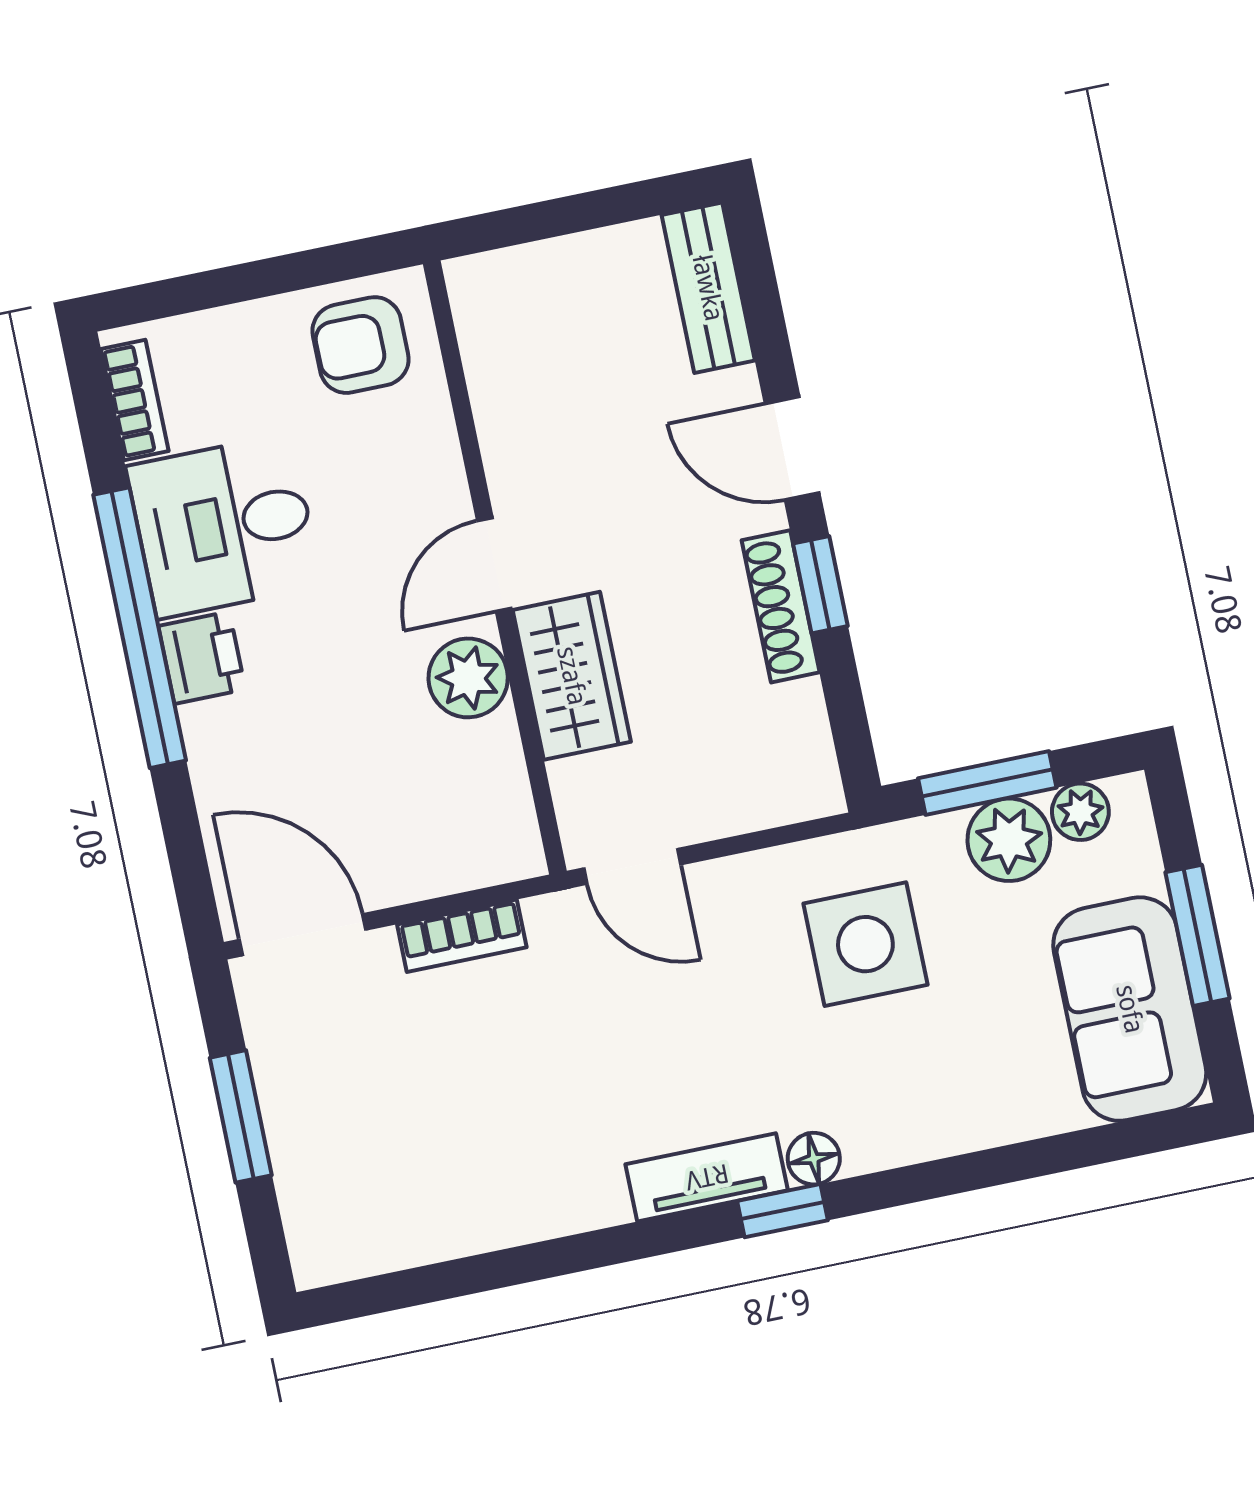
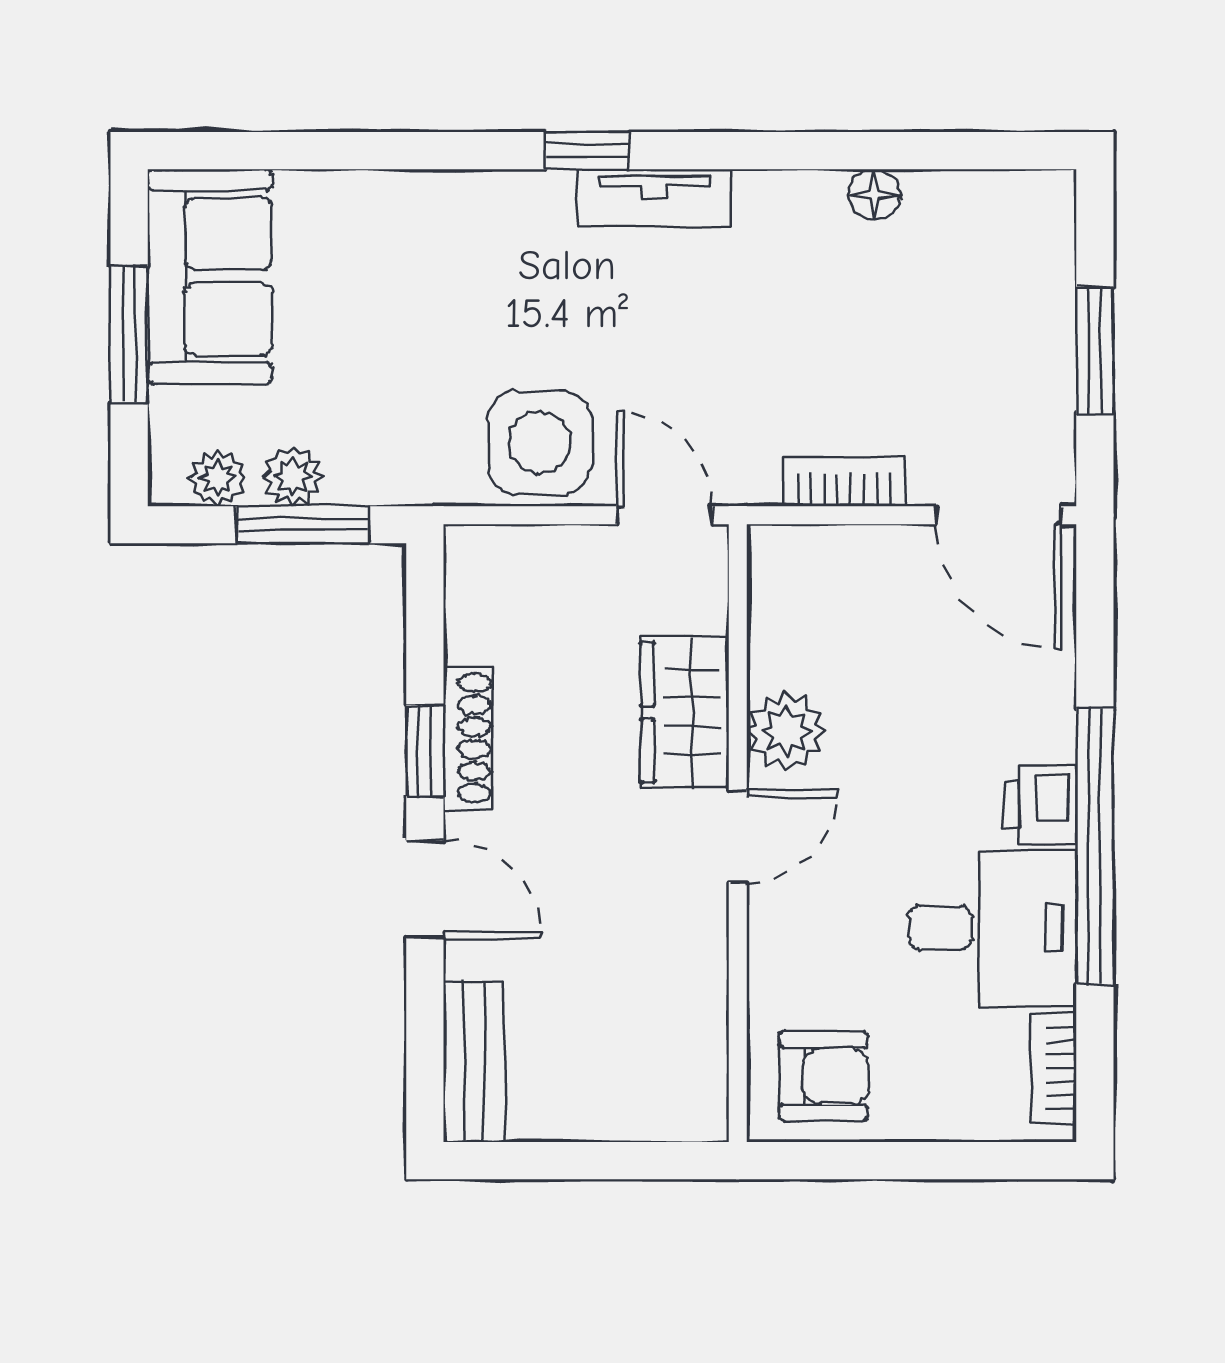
plant: (1009, 840) -> (293, 476), width x0.73, depth x0.73
side table: (865, 944) -> (540, 443), moved
floor lamp: (814, 1159) -> (875, 195), moved

